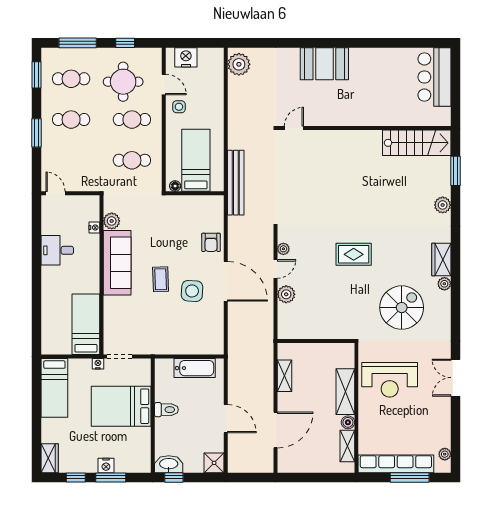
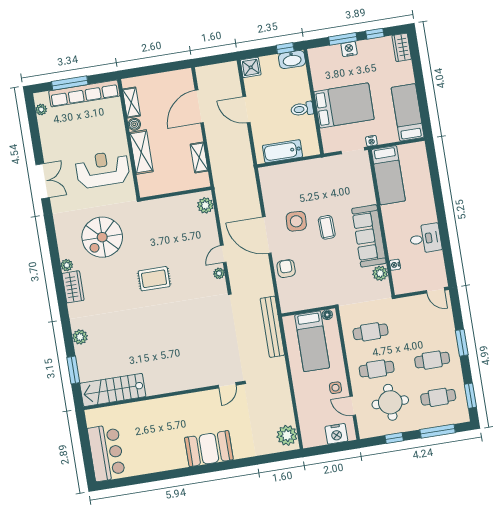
plant: (286, 294) -> (205, 205), moved

